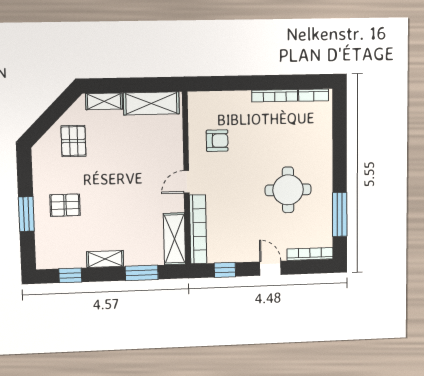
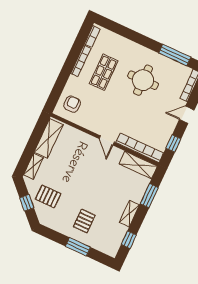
window: (50, 116) -> (27, 203), added
shop shelf: (274, 133) -> (104, 72), added
armchair: (217, 141) -> (72, 104), moved

